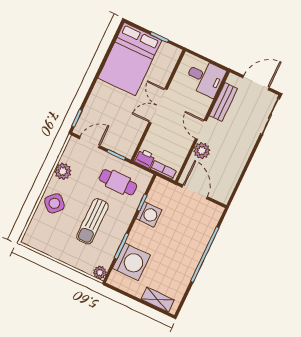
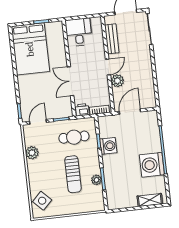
desk: (205, 78) -> (79, 32), moved, turned -90
double door: (158, 106) -> (70, 81), moved
door: (201, 130) -> (108, 67), swing flipped
door: (195, 192) -> (130, 112), hinge flipped
side table: (54, 203) -> (42, 201), moved
washing machine: (131, 262) -> (152, 165), moved, turned 180
plant: (100, 273) -> (96, 180), moved

